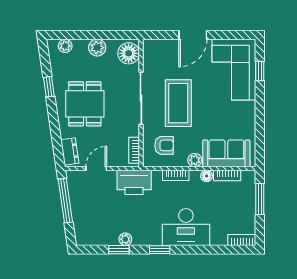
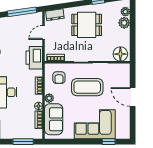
plant: (97, 48) -> (124, 23), moved
corner sofa: (234, 70) -> (95, 124), moved
door: (96, 169) -> (43, 32), swing flipped

